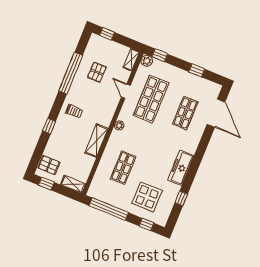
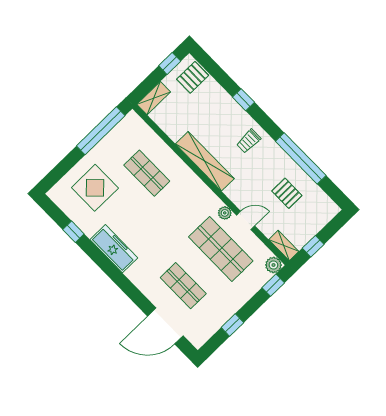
window: (107, 34) -> (313, 246), moved
plant: (119, 125) -> (225, 213), moved
shelving: (97, 141) -> (205, 161), width x1.47
window: (146, 224) -> (59, 171), removed

